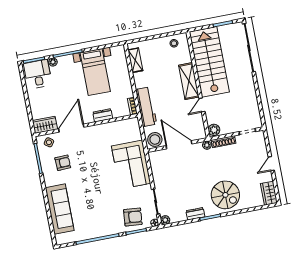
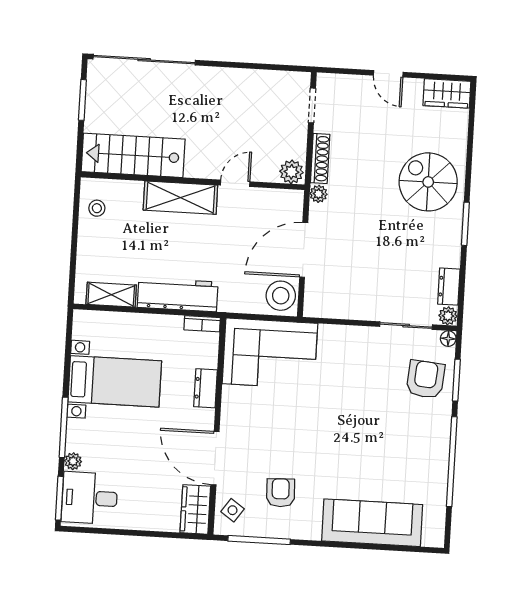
stairs: (209, 62) -> (133, 155), width x0.73, depth x0.66
door: (202, 105) -> (235, 183), swing flipped
workbench: (146, 107) -> (178, 295), moved
corner sofa: (131, 165) -> (270, 353), moved
spiral stairs: (225, 195) -> (428, 182), turned -90
dresser: (195, 214) -> (449, 287), moved

